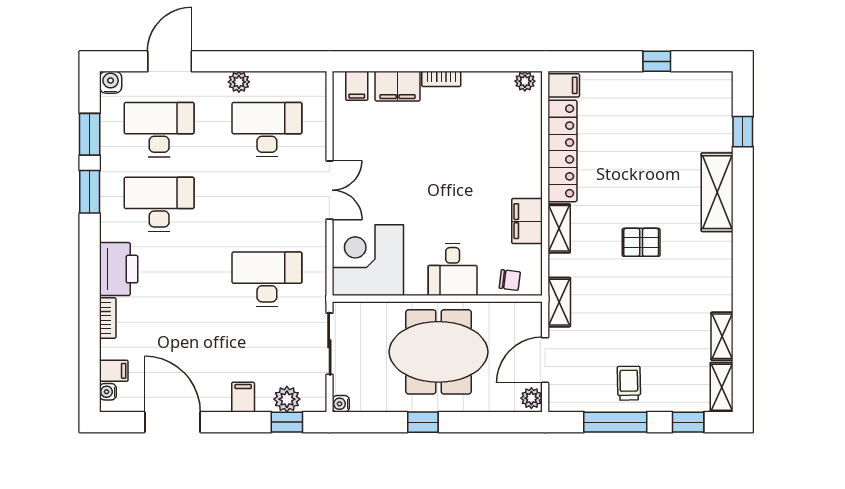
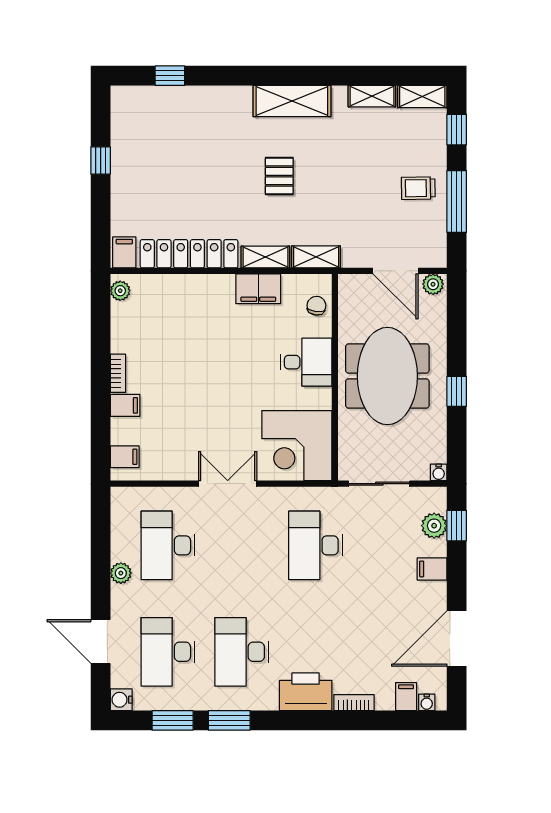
filing cabinet: (398, 86) -> (125, 405), width x0.50
shelving: (717, 192) -> (292, 101), moved
shelving: (559, 302) -> (316, 257), moved

